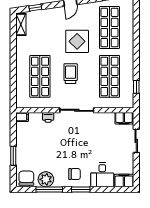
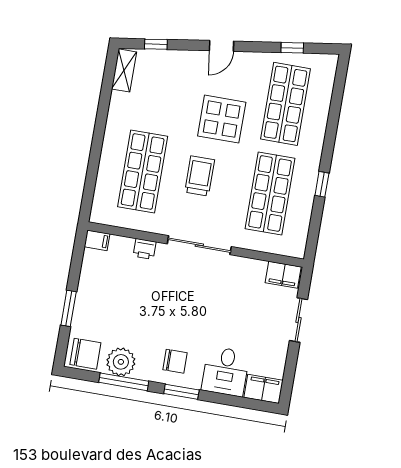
window: (136, 87) -> (322, 184), moved
chair: (26, 178) -> (85, 354), turned 90

